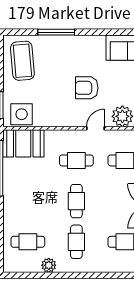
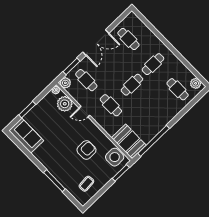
coffee table: (22, 61) -> (86, 184), width x0.54, depth x0.58
armchair: (87, 88) -> (86, 150), moved, turned -90
plant: (49, 265) -> (196, 83), moved

